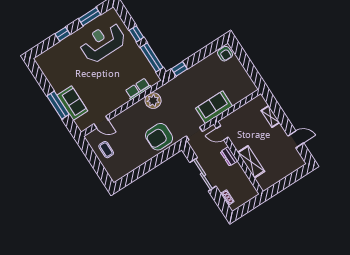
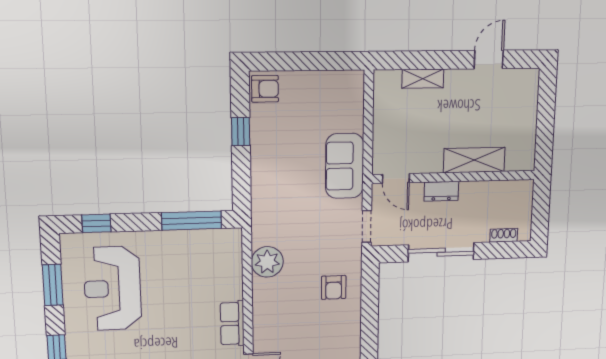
window: (136, 34) -> (96, 223), moved
window: (179, 69) -> (241, 132), moved
row of seats: (138, 89) -> (232, 323), moved
door: (222, 133) -> (396, 179), hinge flipped
armchair: (159, 137) -> (334, 287), width x0.53, depth x0.53

